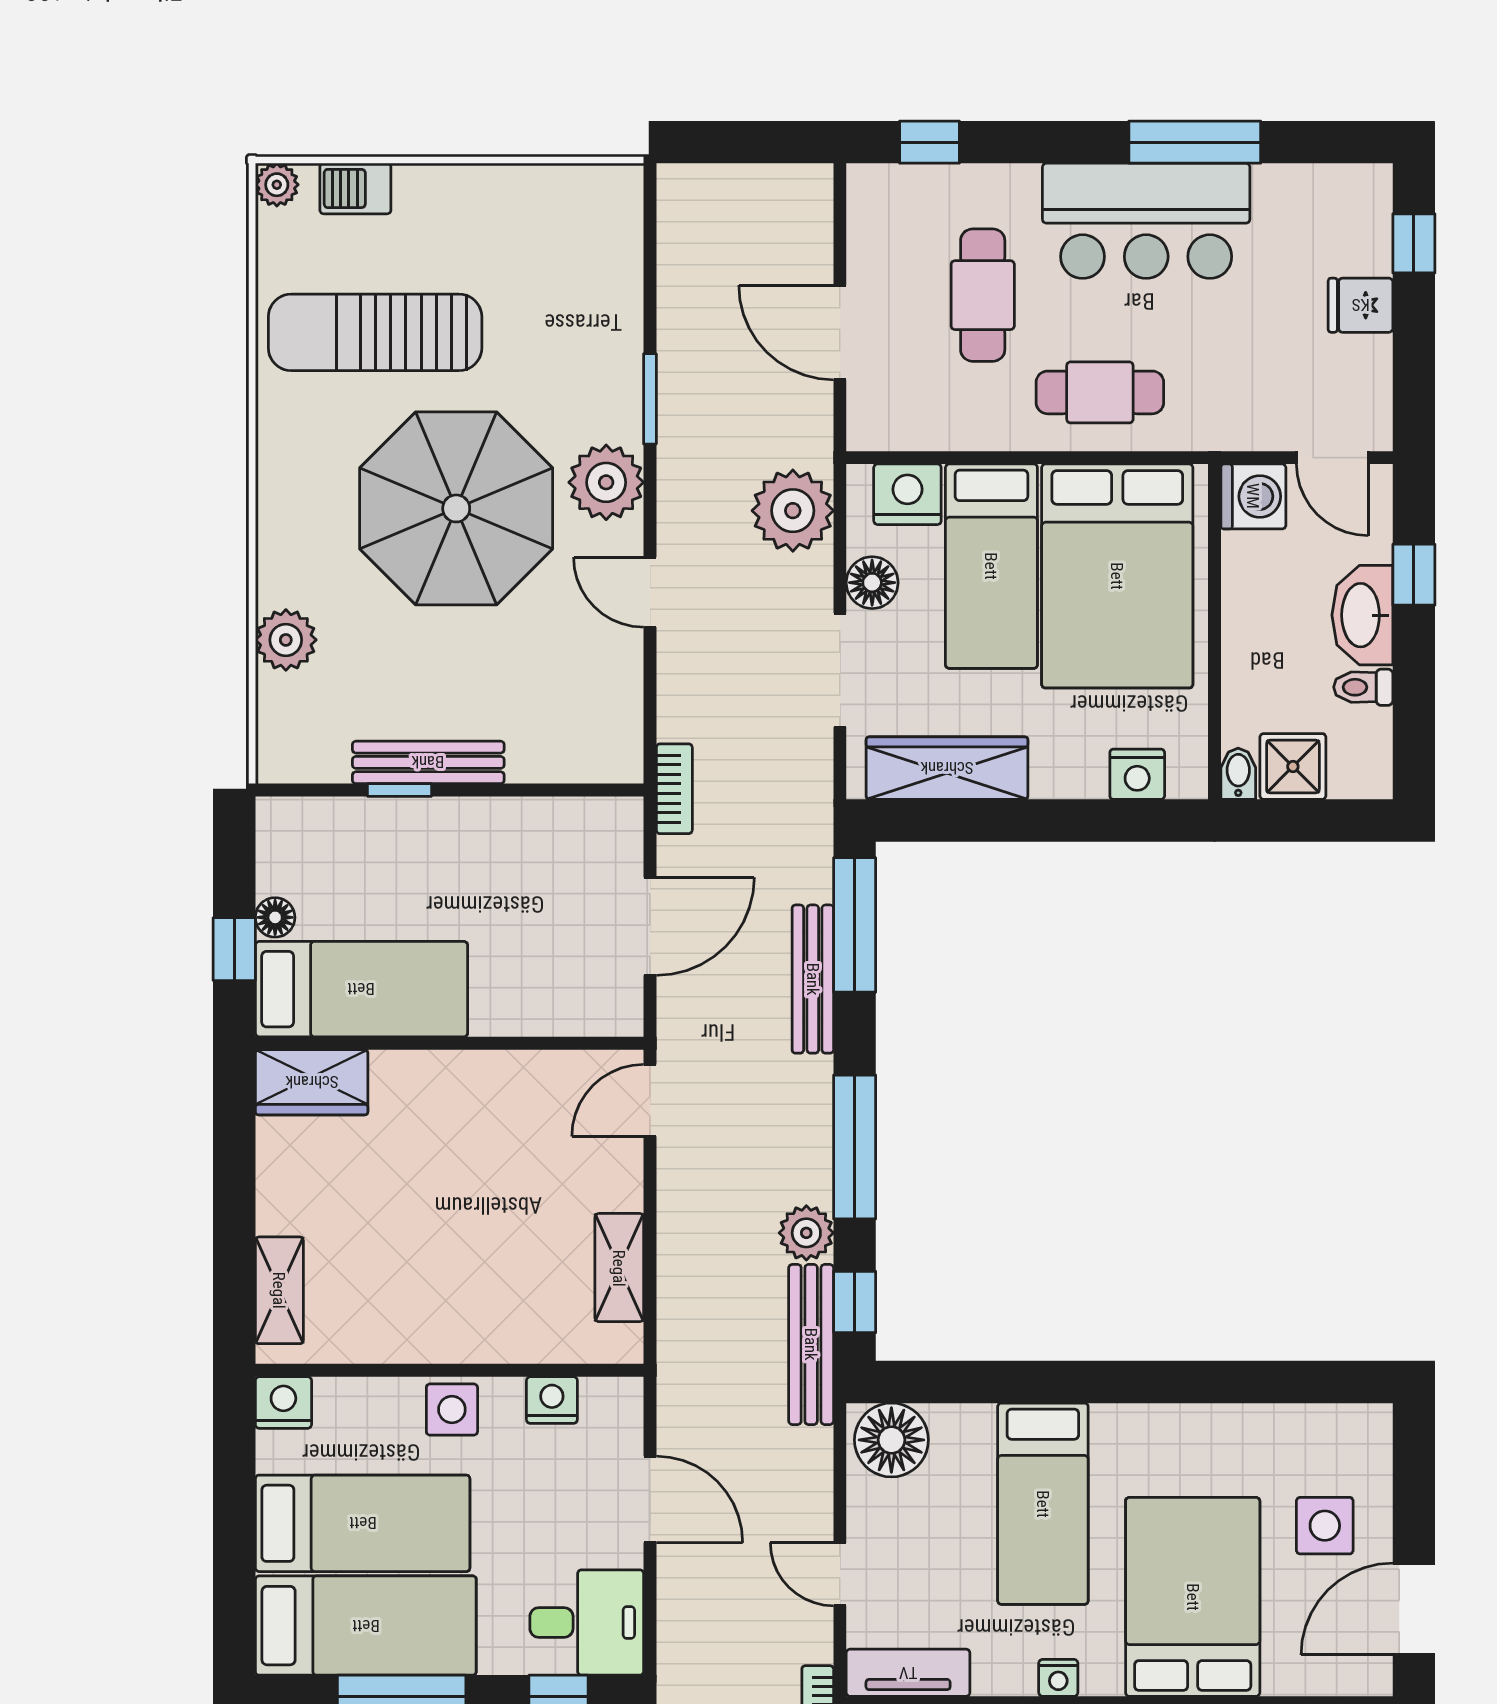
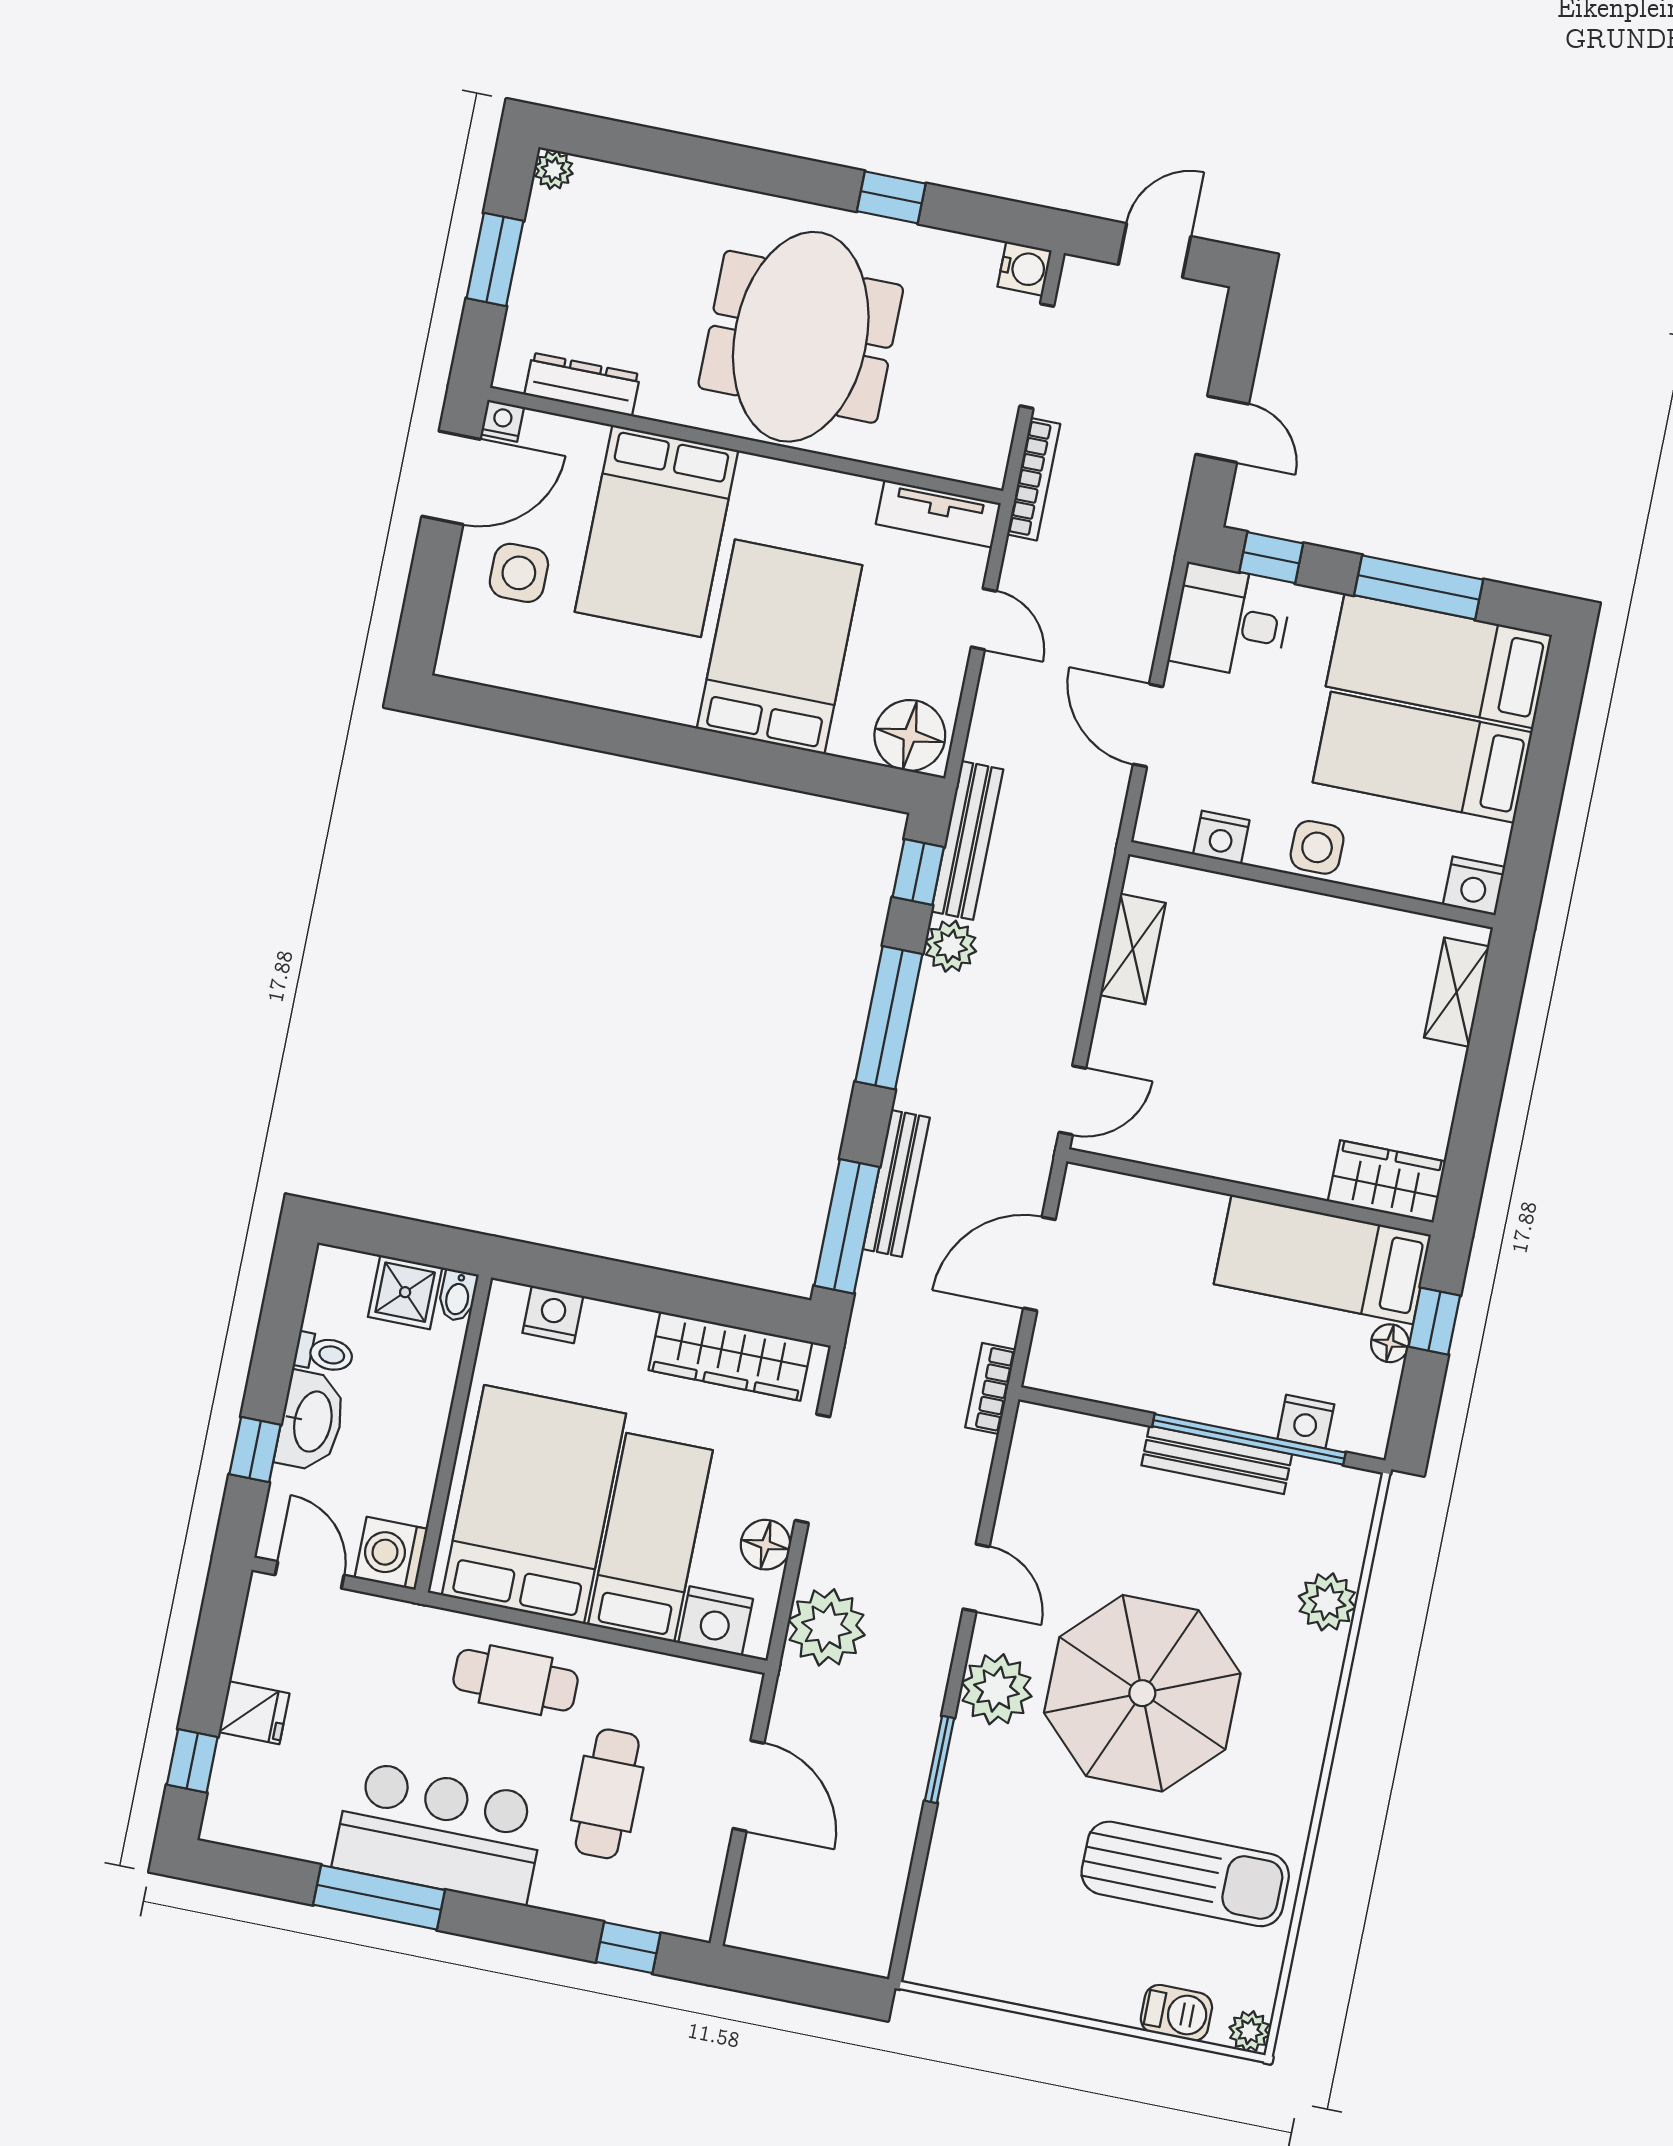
window: (400, 790) -> (1249, 1439), width x3.17
nightstand: (345, 820) -> (1306, 1422), added
bed: (1043, 1504) -> (780, 647), width x1.50
nightstand: (1058, 1678) -> (502, 421), moved

